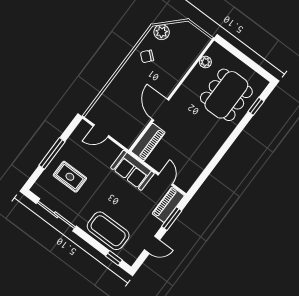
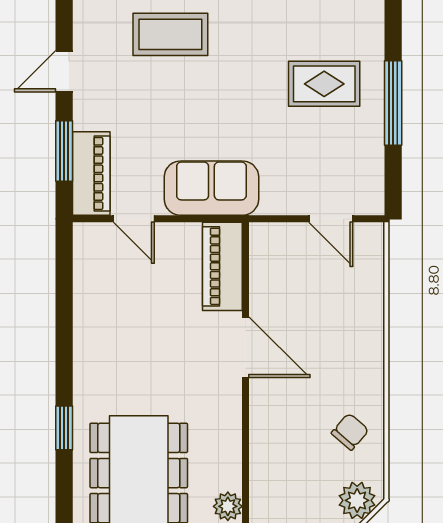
window: (256, 106) -> (64, 428), moved
door: (101, 131) -> (331, 219), swing flipped
coffee table: (108, 231) -> (170, 34), width x0.73, depth x0.76

